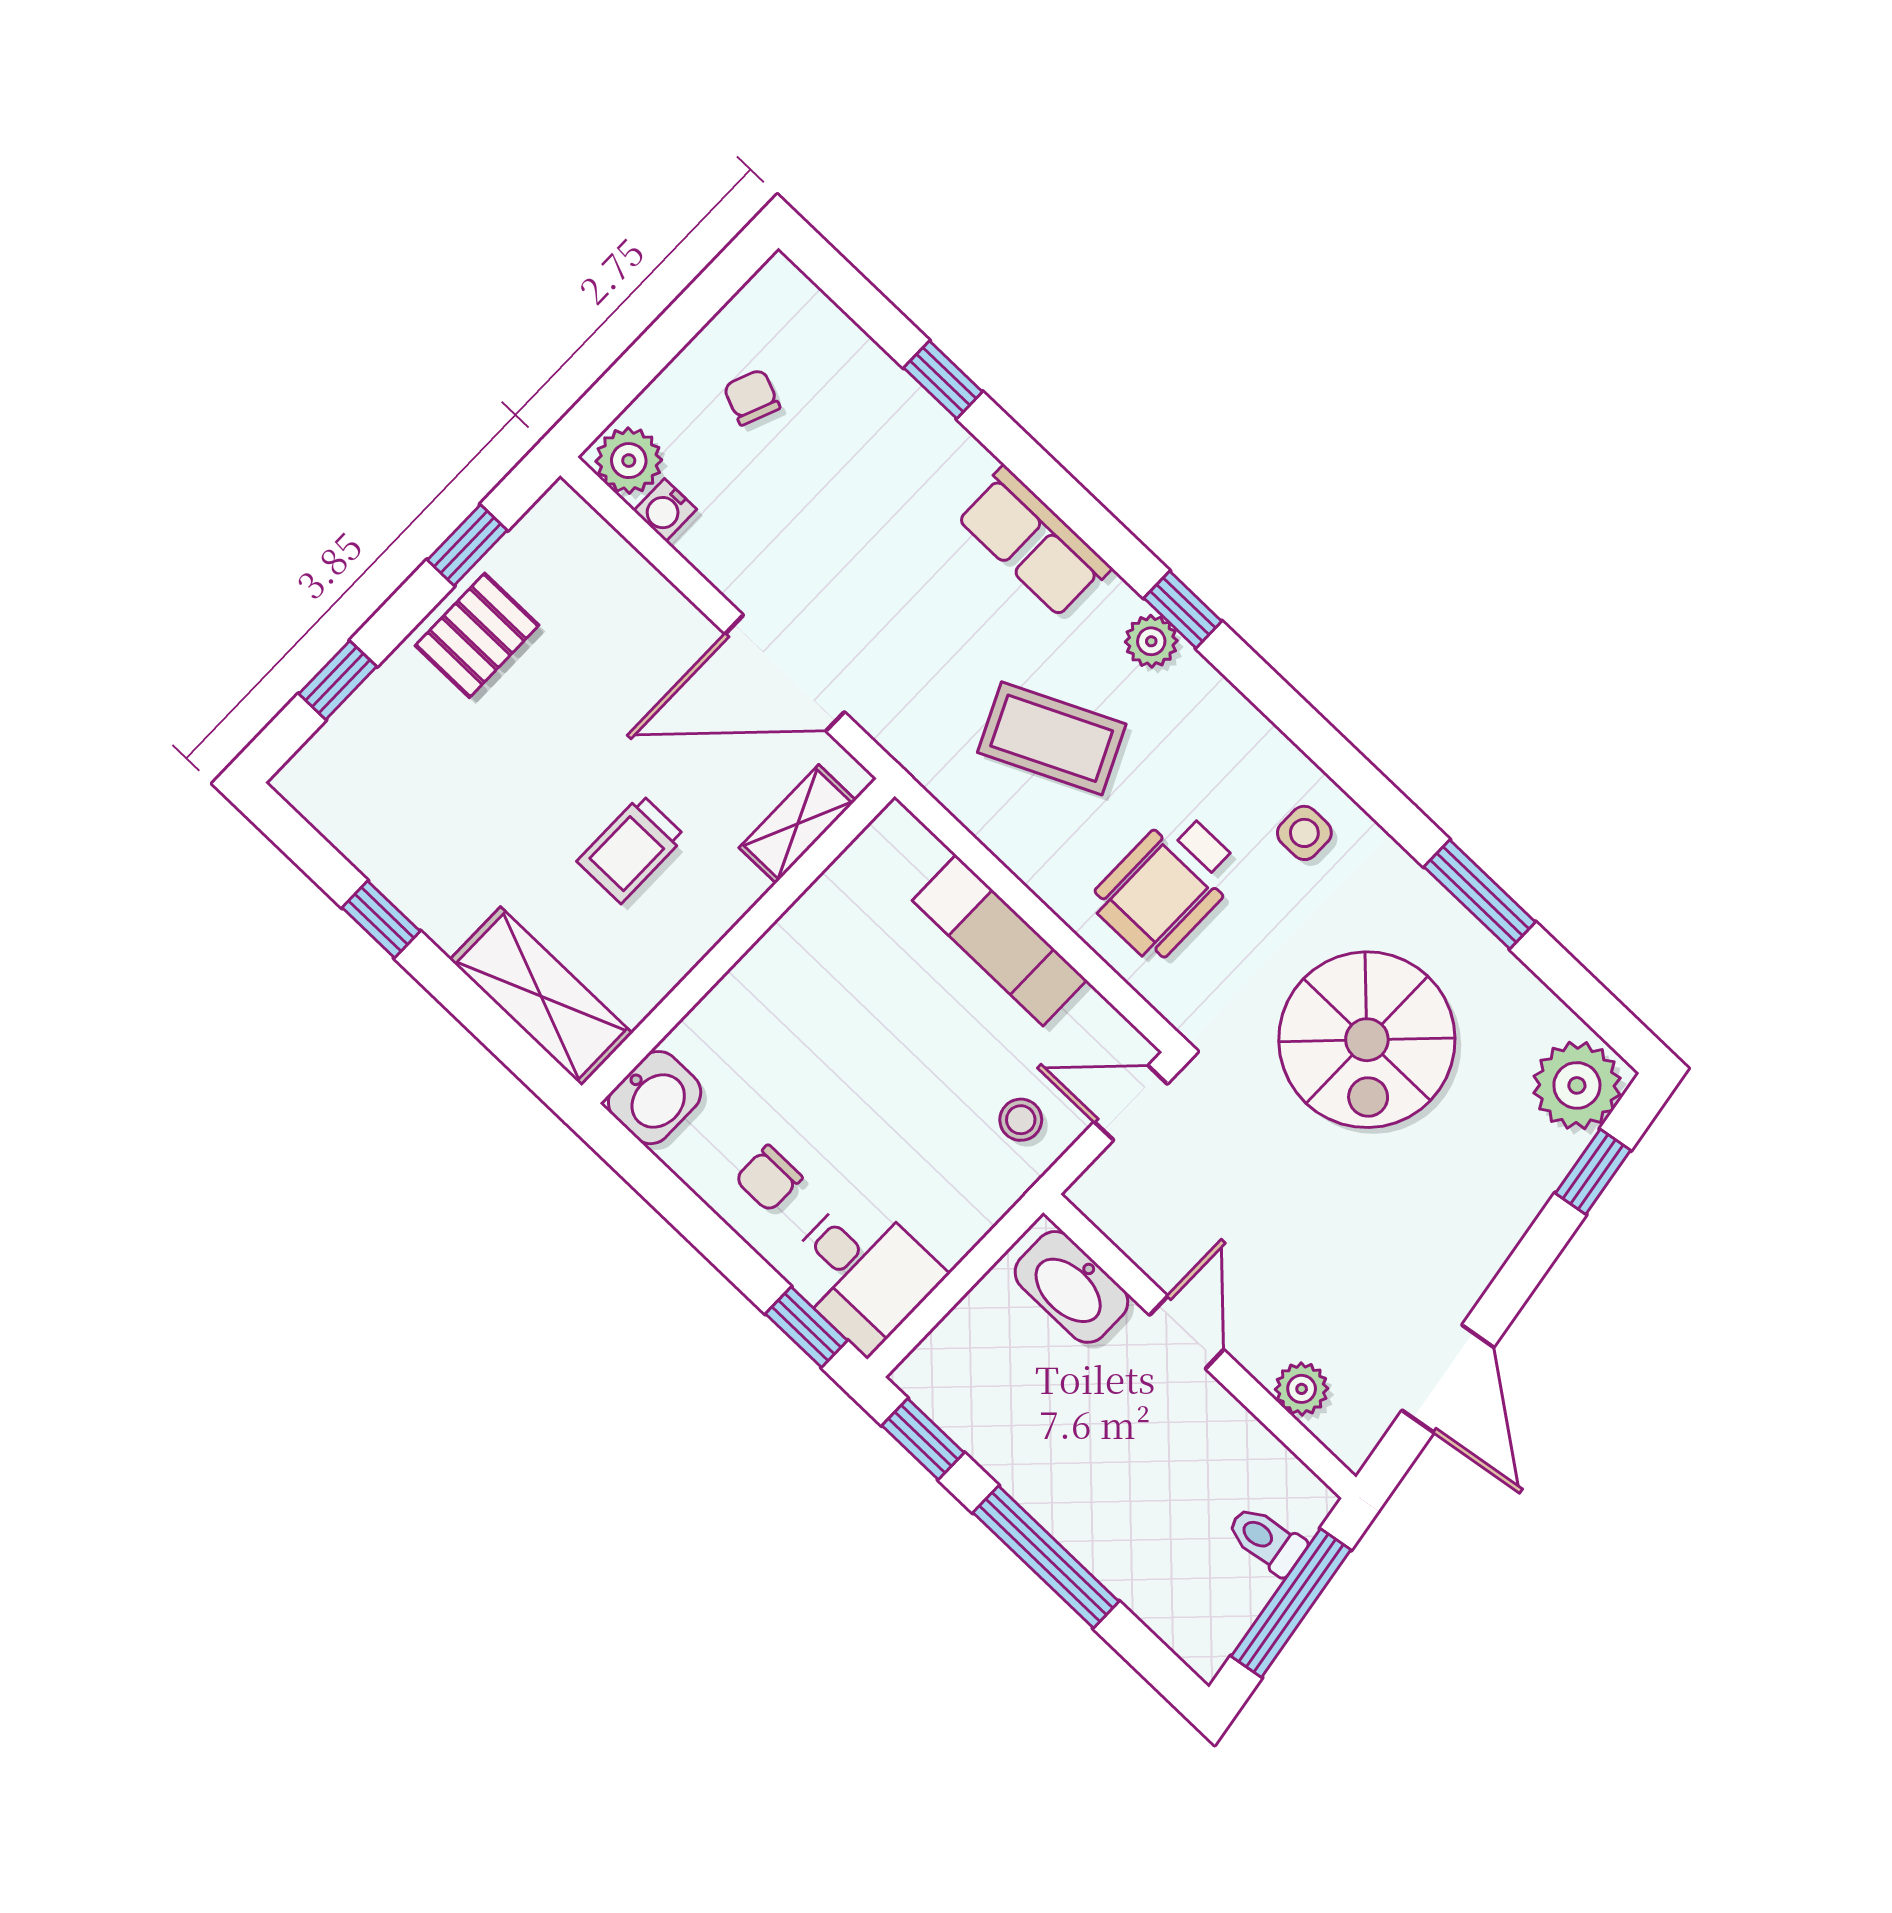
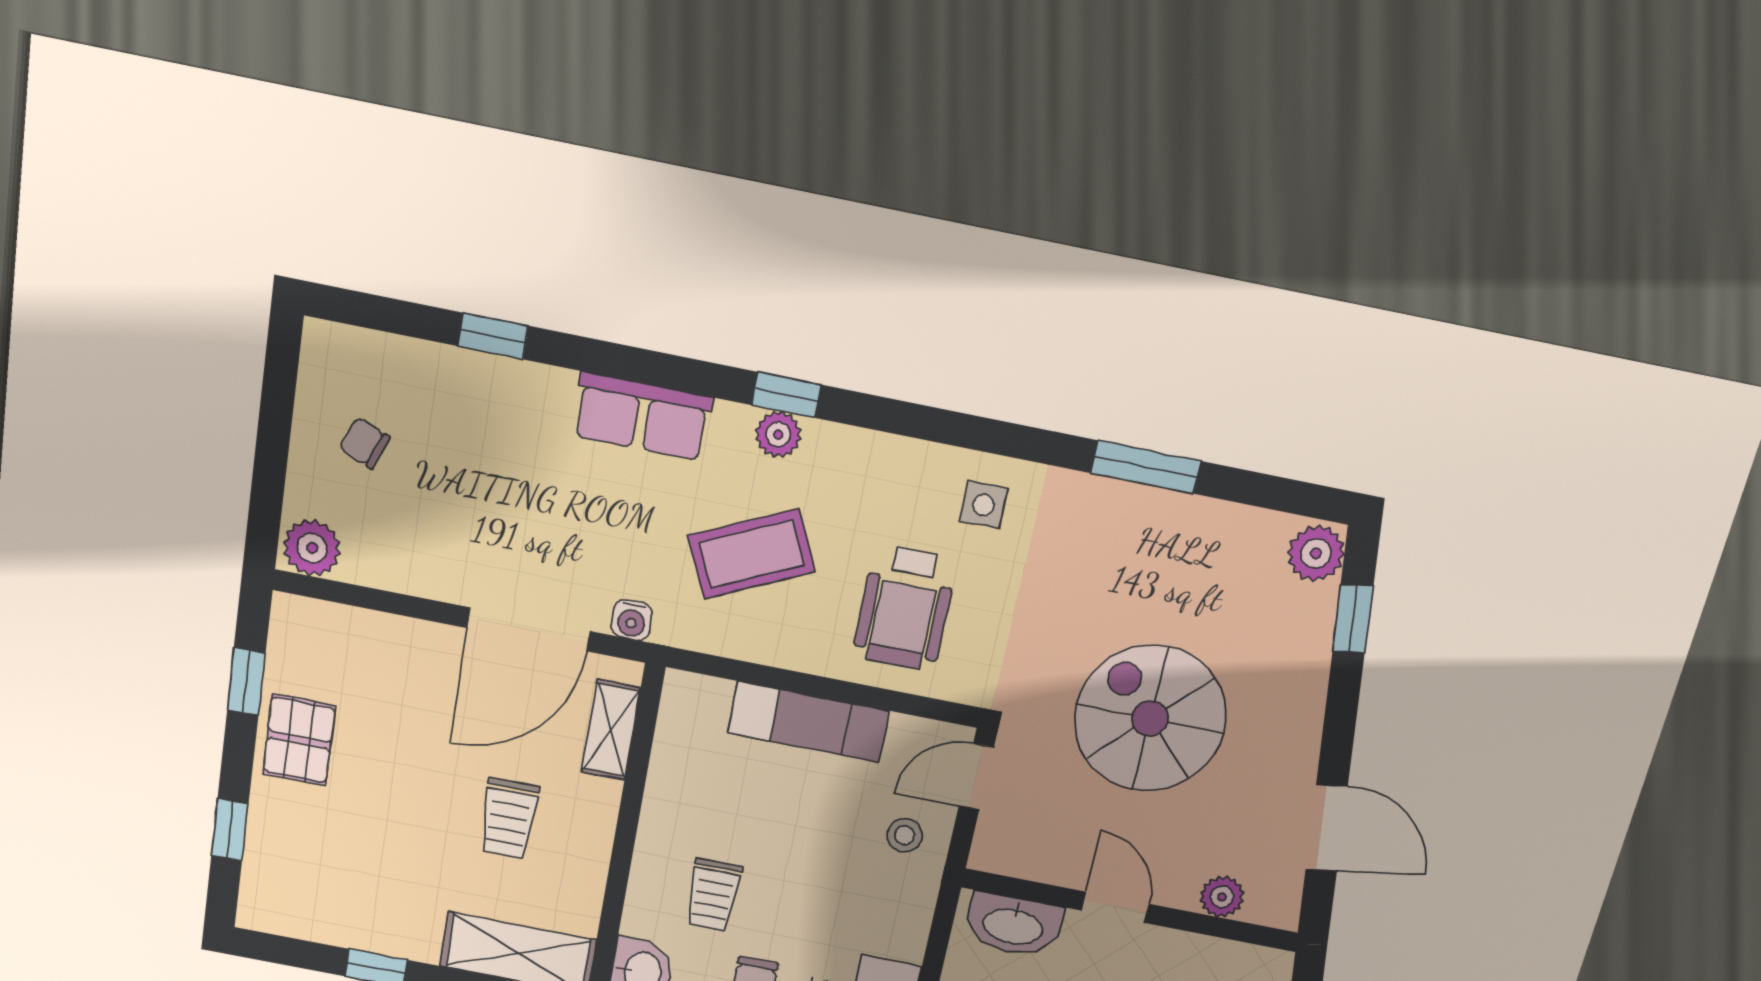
water cooler: (665, 510) -> (632, 620), moved
spiral stairs: (1367, 1040) -> (1150, 718), moved, turned 180
trolley: (785, 1061) -> (713, 895), added
plant: (1577, 1085) -> (1316, 553), width x0.73, depth x0.73

